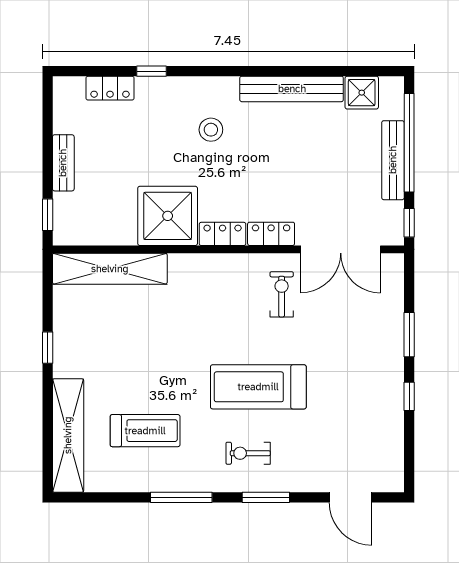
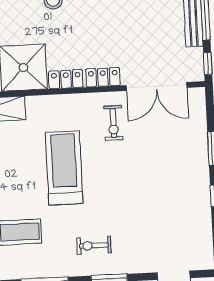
exercise bike: (282, 294) -> (113, 123), turned 180
treadmill: (258, 387) -> (64, 168), moved, turned 90

